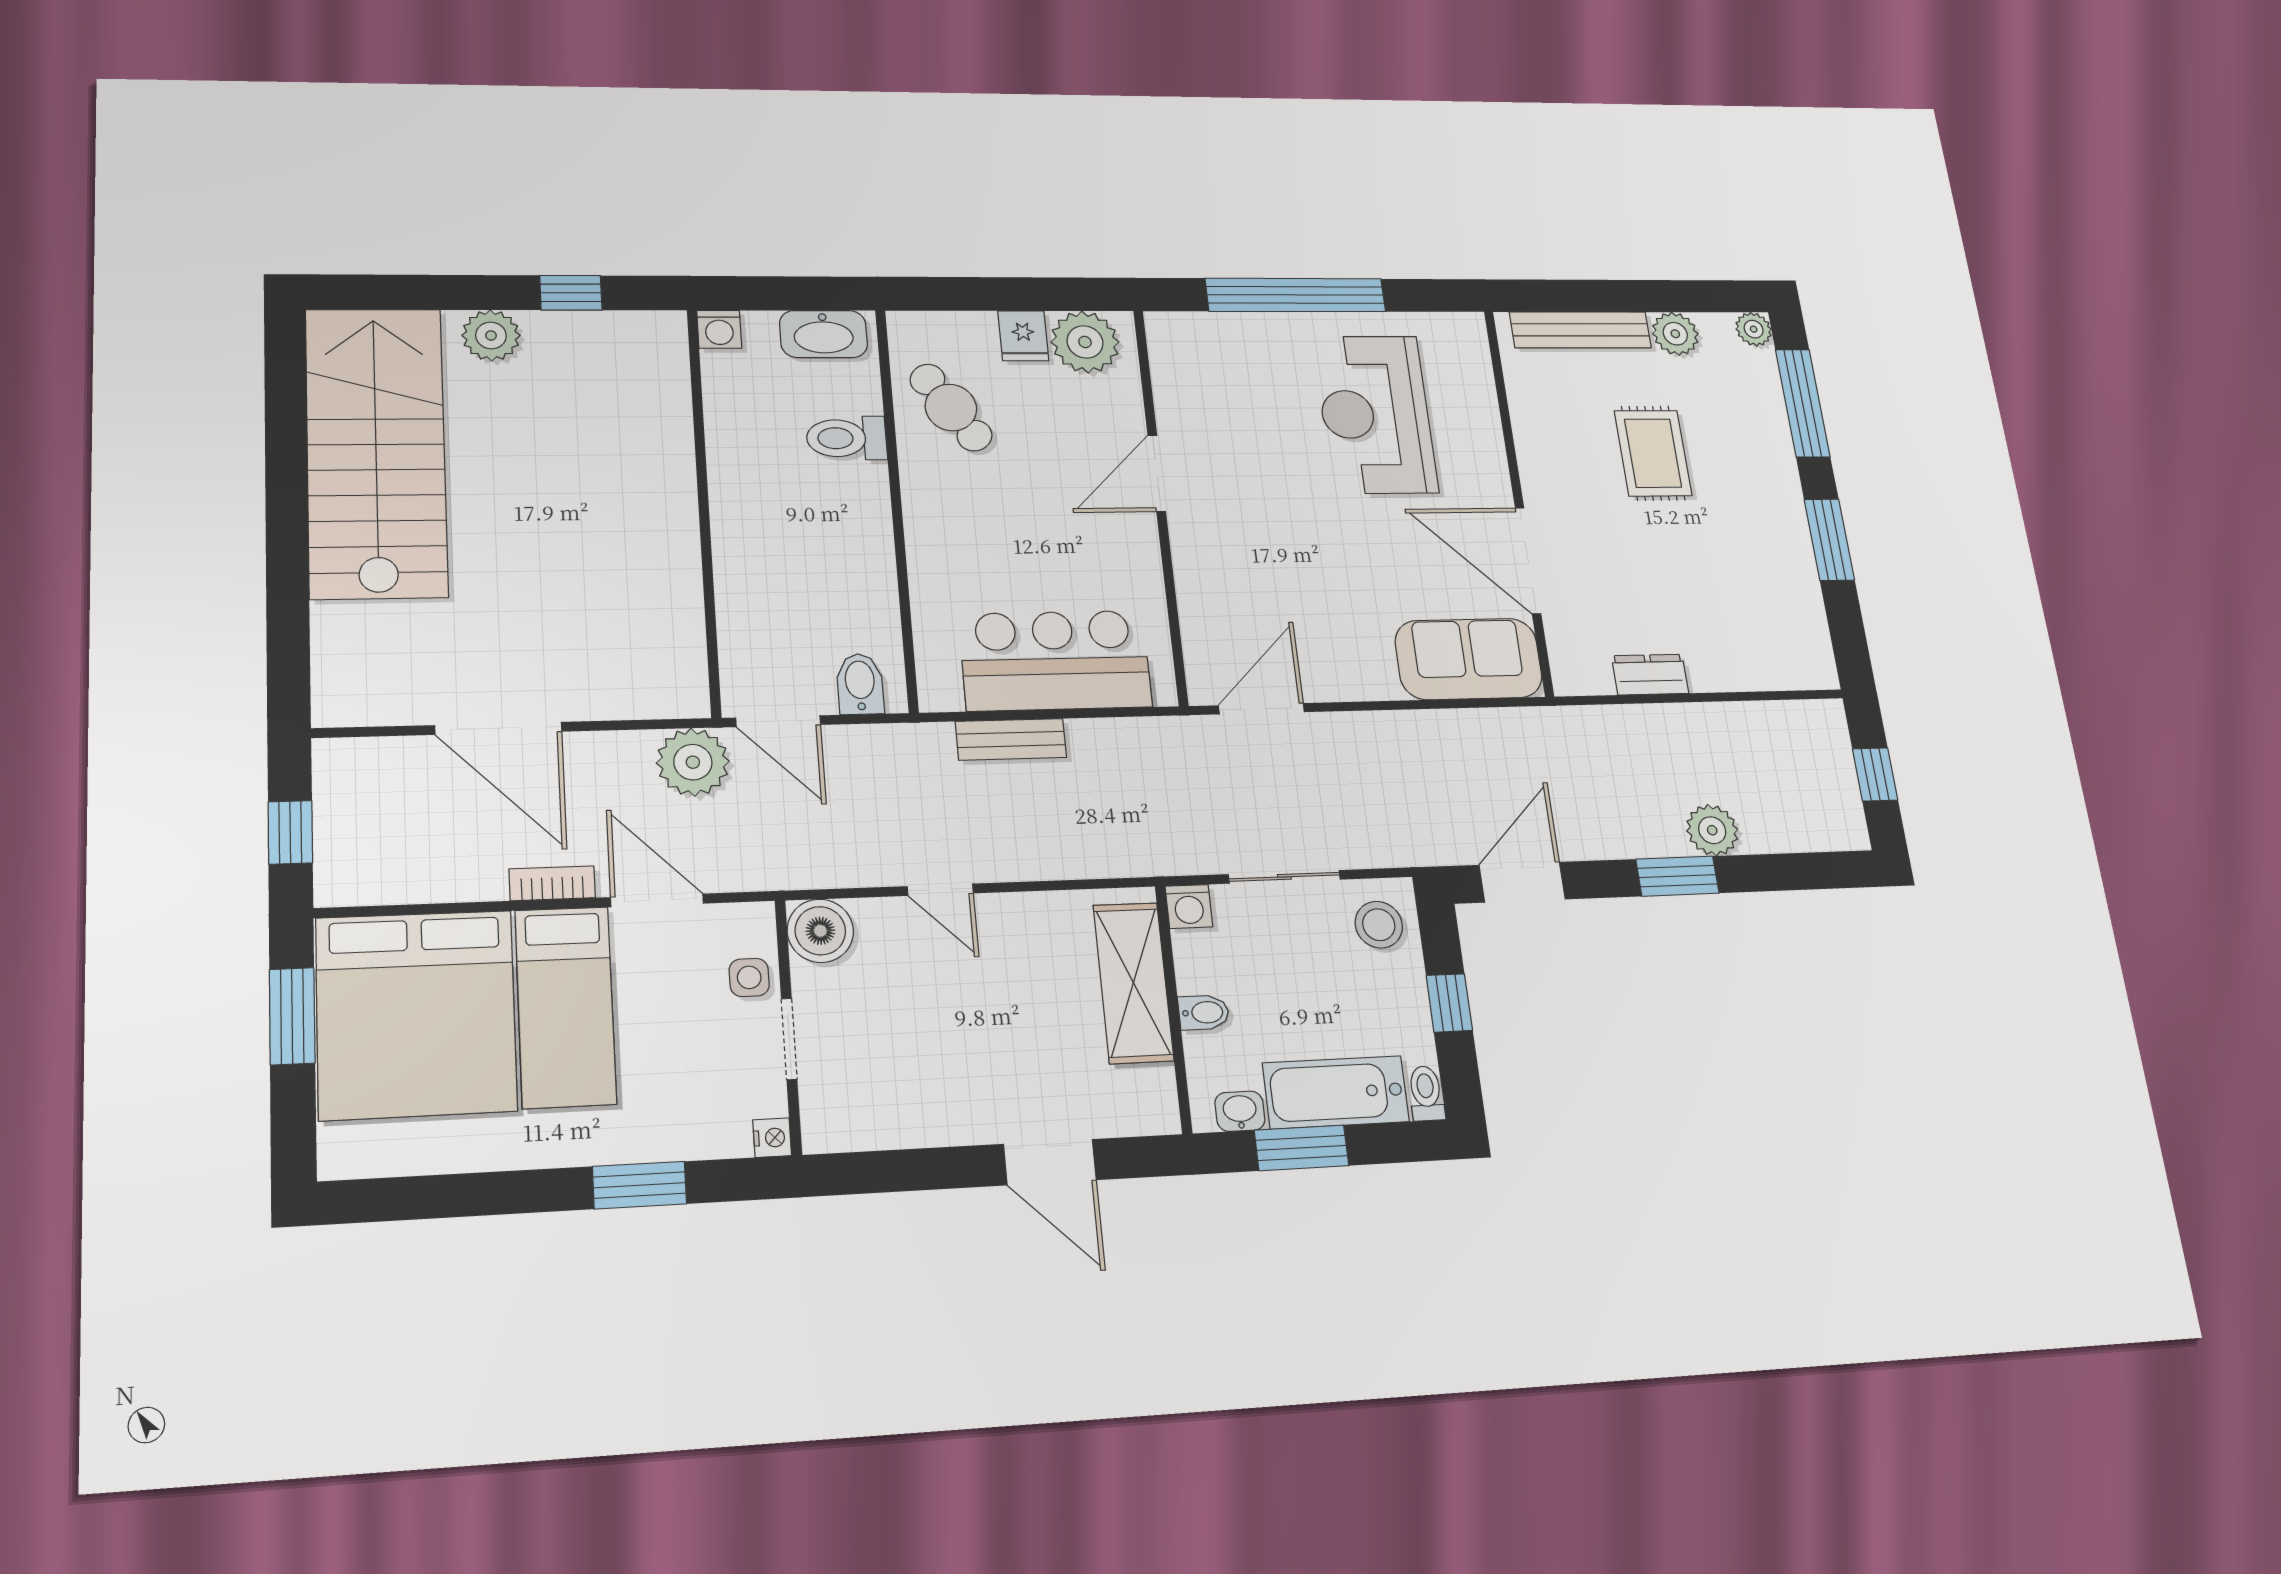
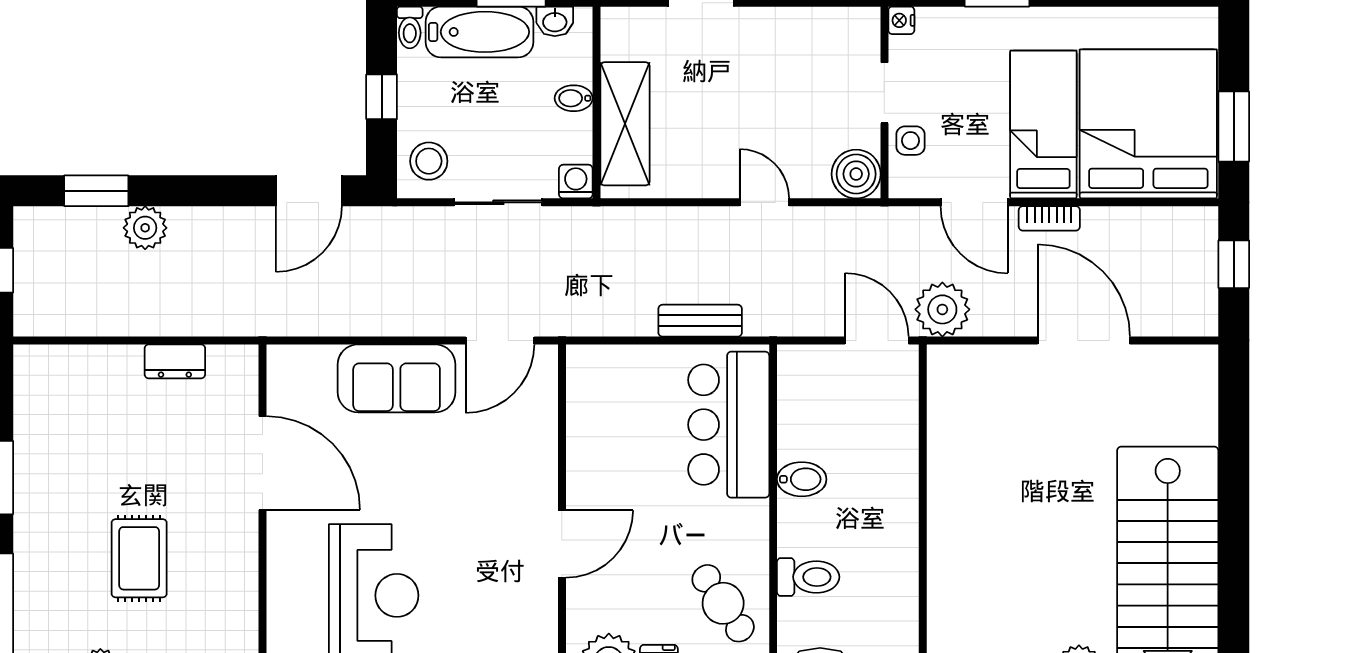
sofa: (1469, 659) -> (397, 378), moved
bar counter: (1055, 660) -> (729, 425), moved, turned 90
bidet: (860, 684) -> (802, 479), moved, turned -90
window: (1677, 876) -> (96, 191), moved

